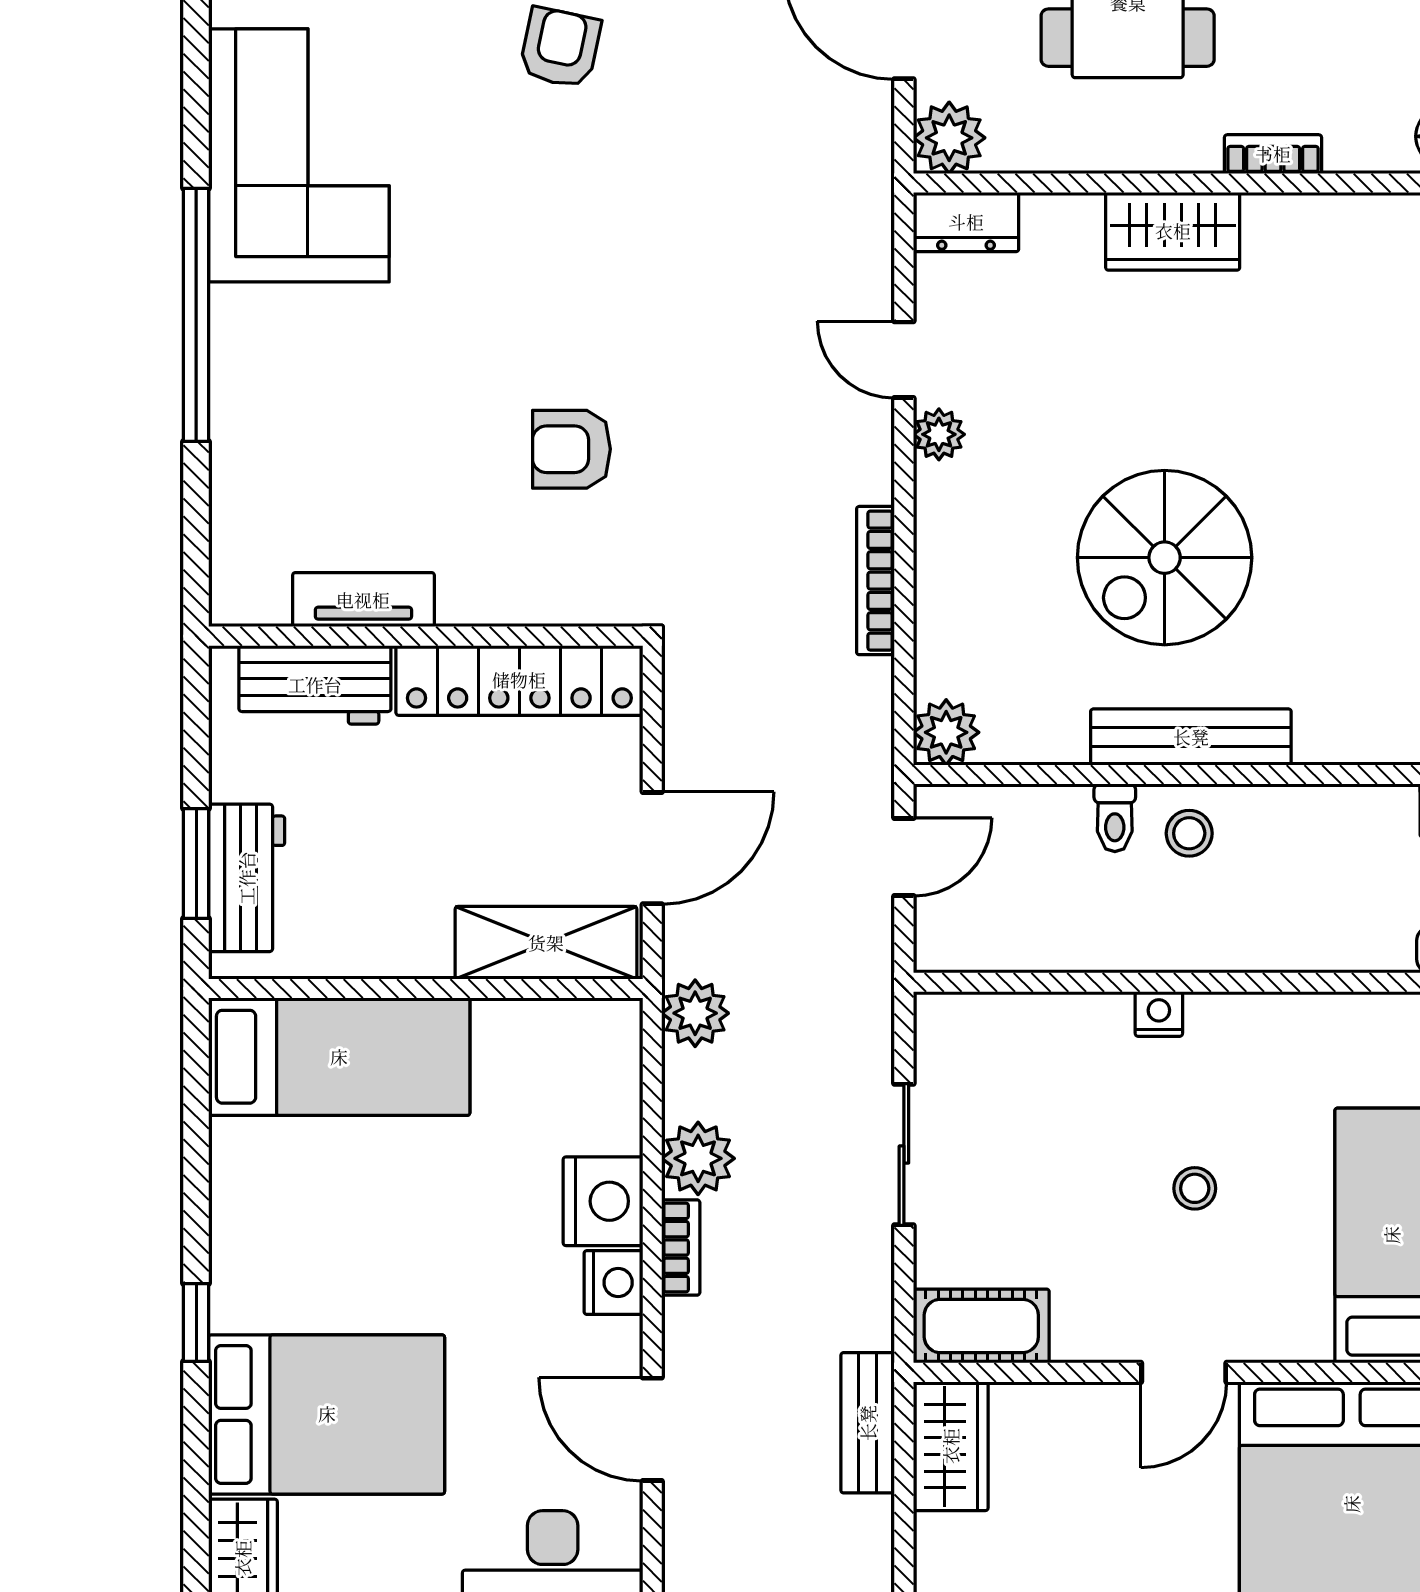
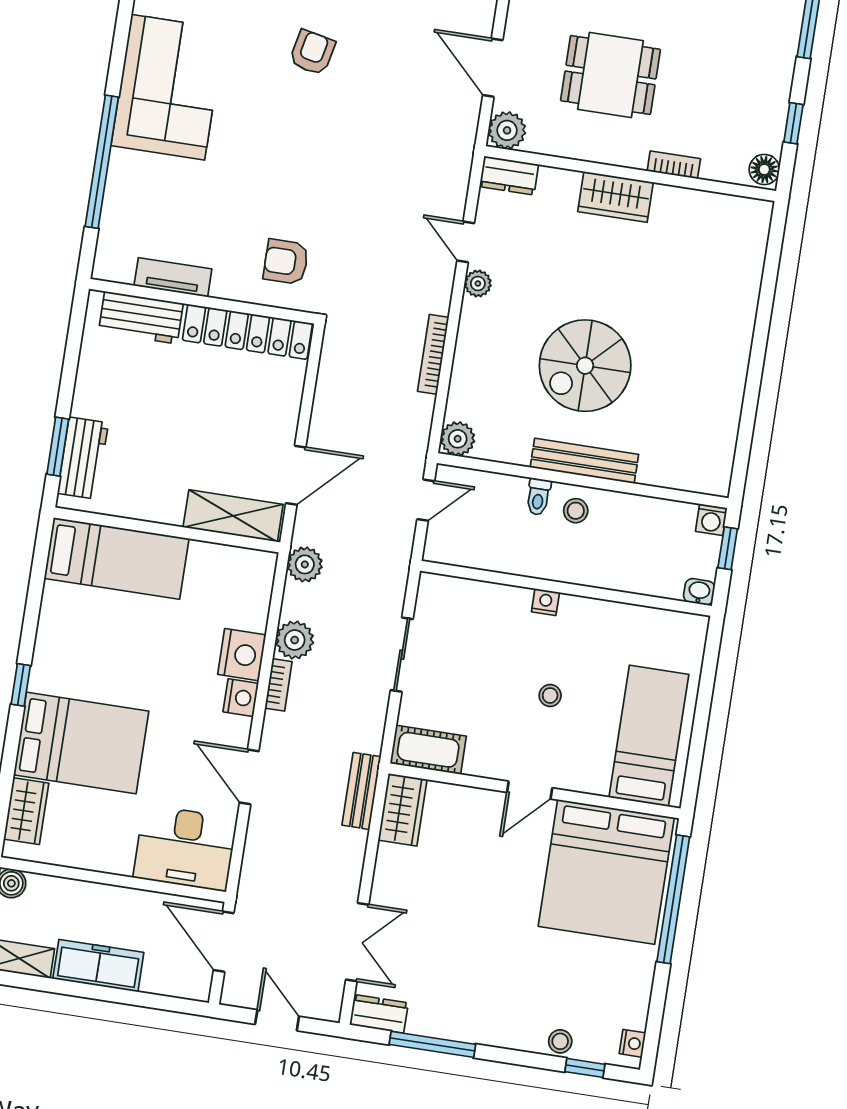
tv unit: (363, 600) -> (173, 277), moved
wall: (426, 636) -> (202, 301), moved
locker: (519, 680) -> (247, 332), moved
workbench: (315, 685) -> (141, 318), moved

